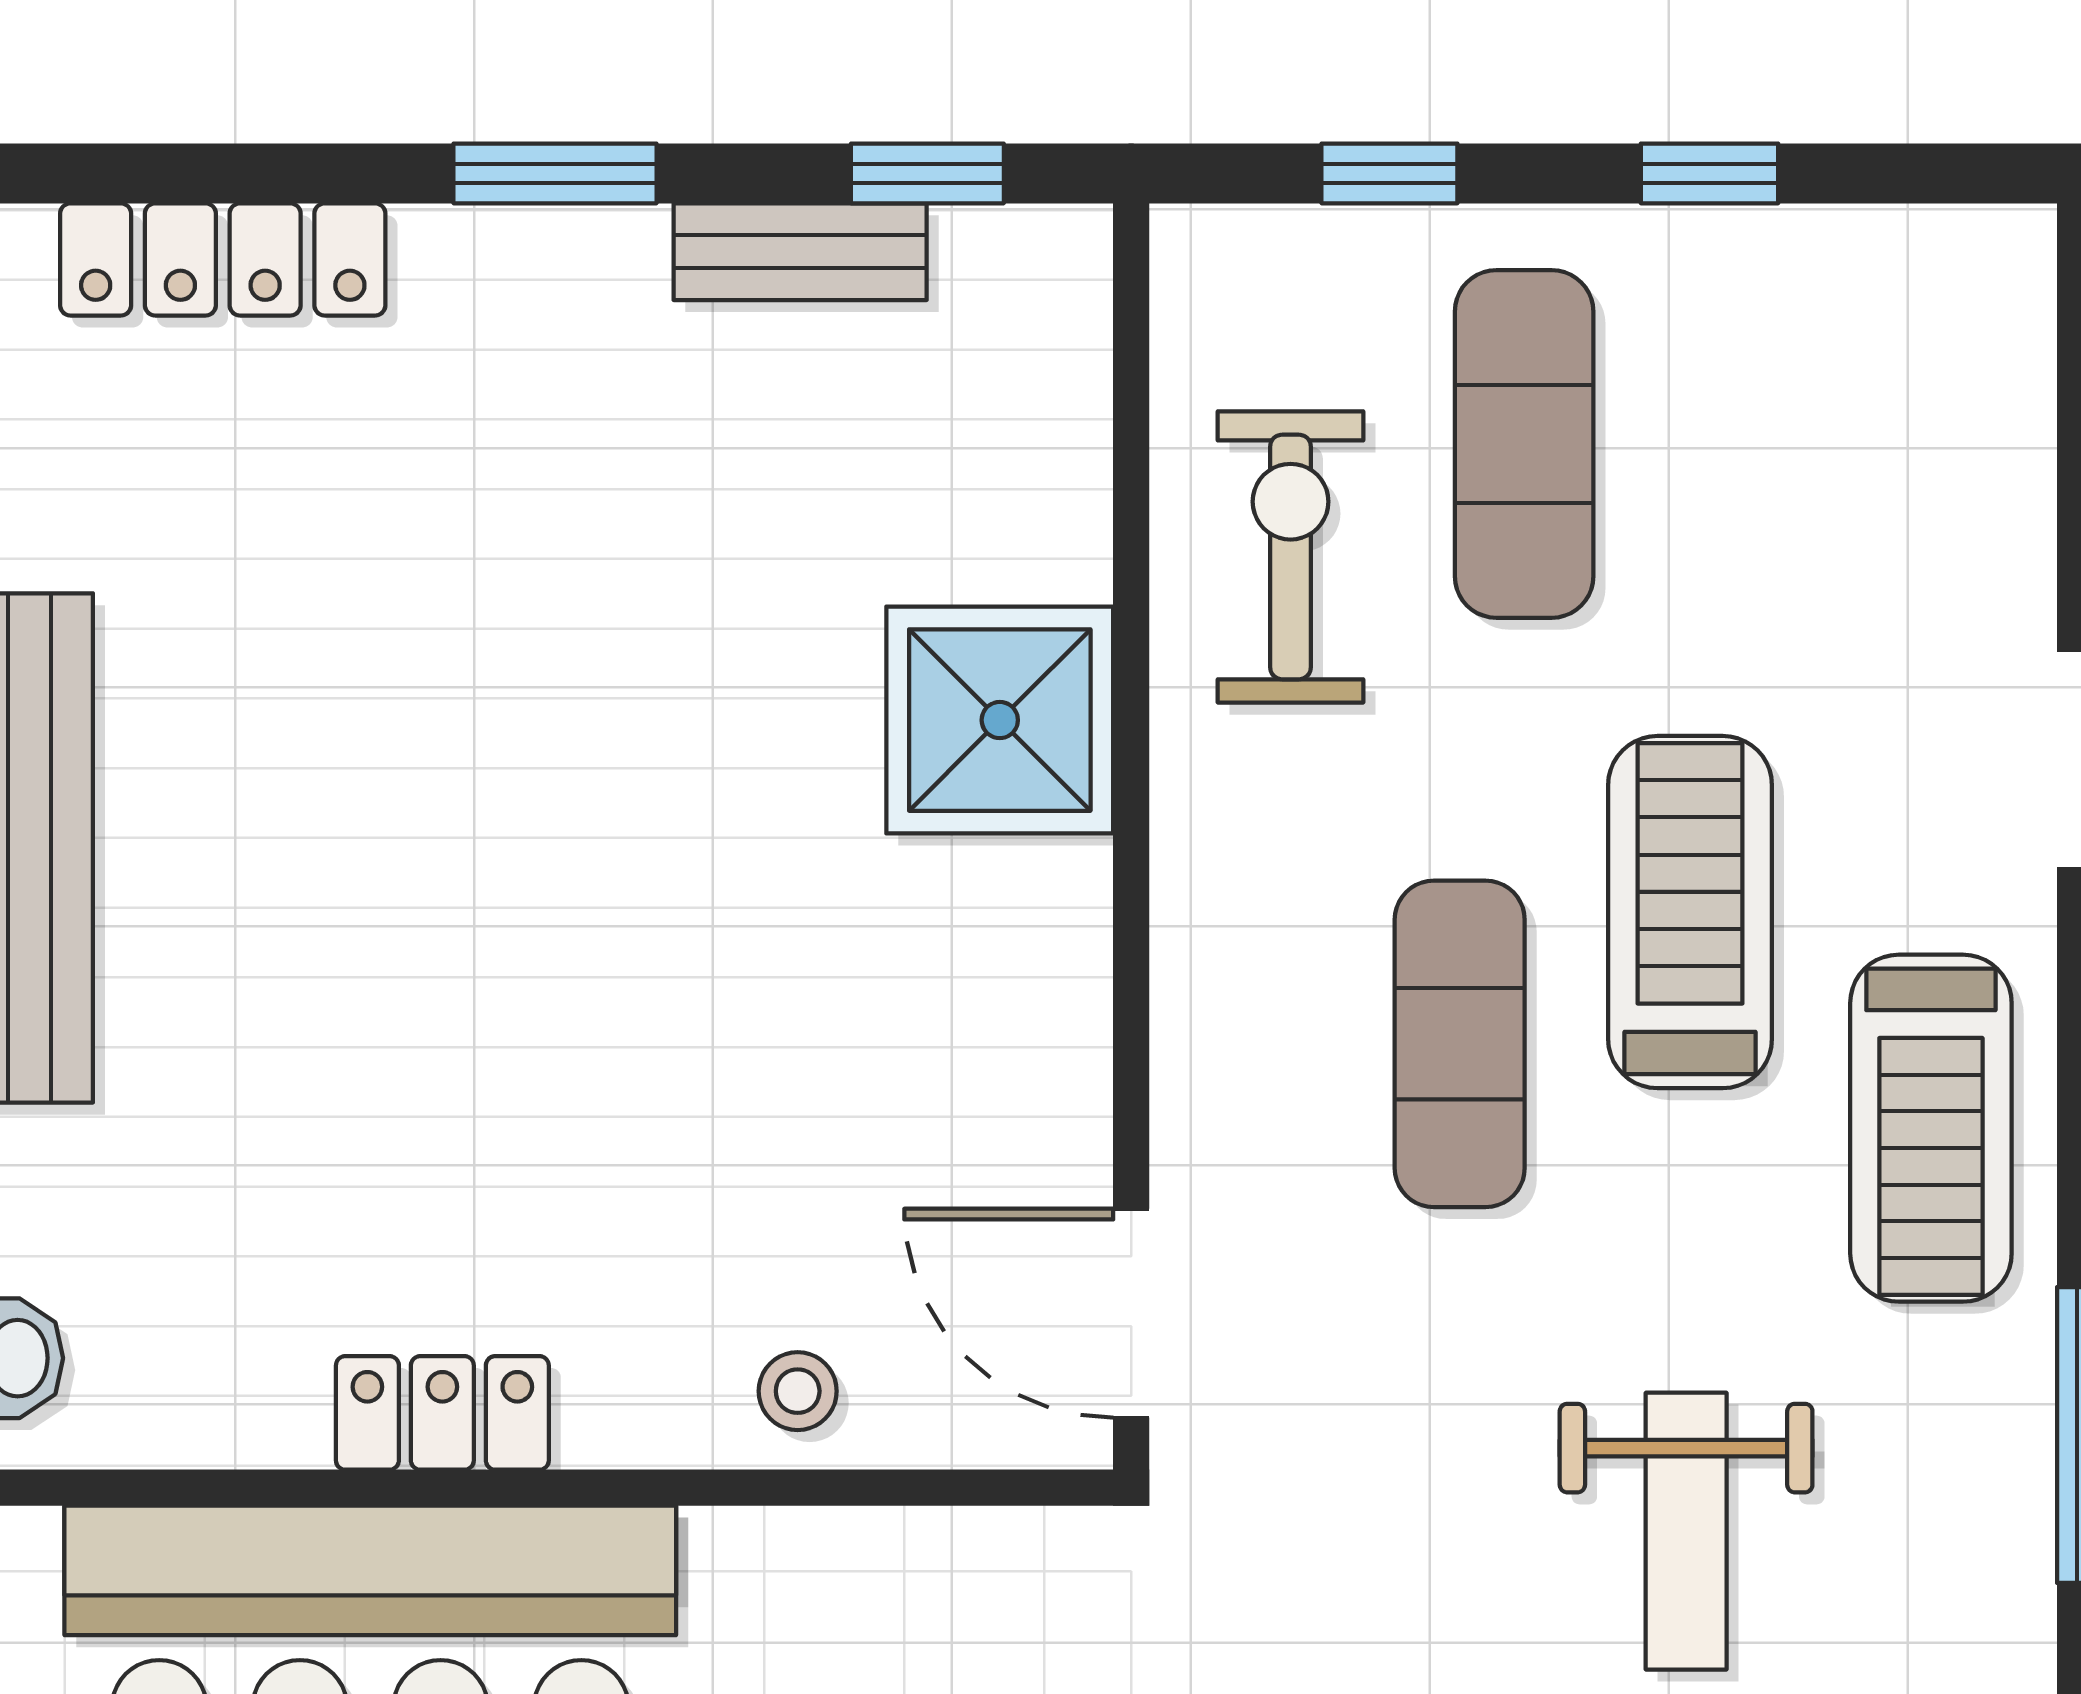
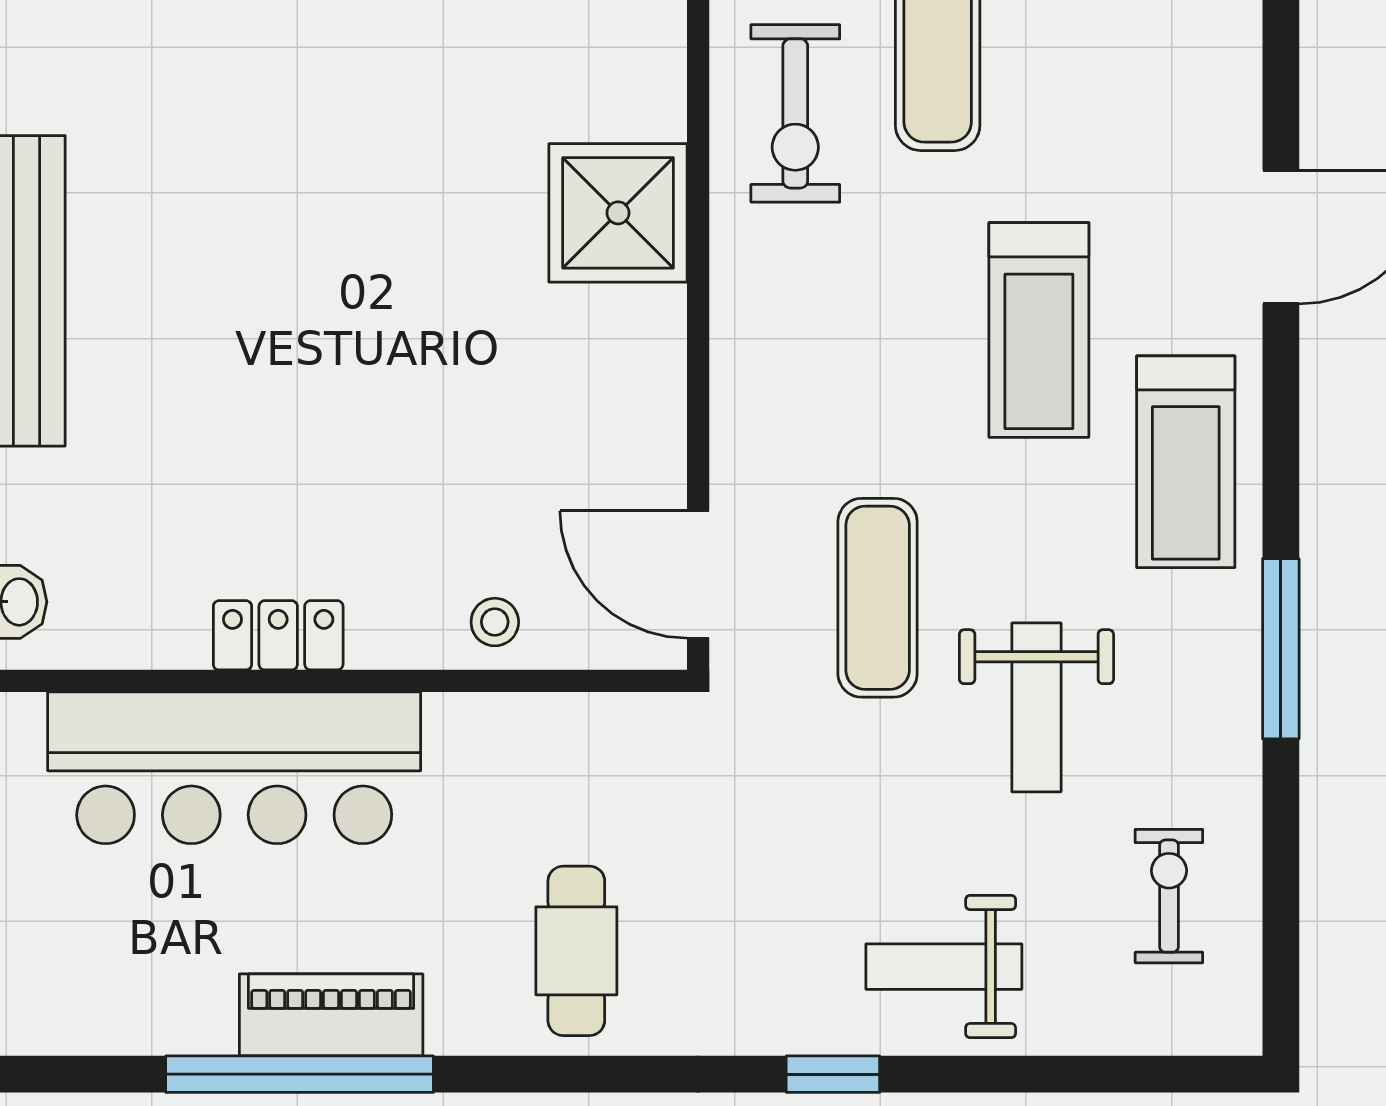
exercise bike: (1291, 557) -> (795, 113), turned 180
treadmill: (1690, 912) -> (1039, 330), turned 180
exercise mat: (1460, 1044) -> (878, 598), moved

